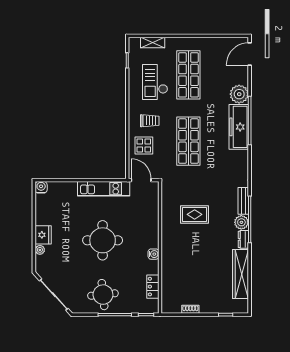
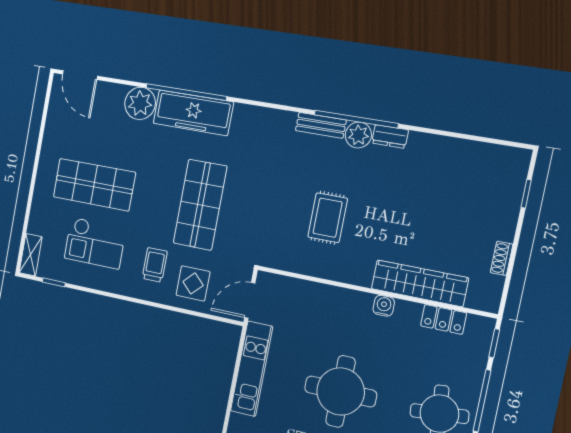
shelving: (153, 42) -> (31, 255), moved
shop shelf: (188, 141) -> (200, 205), turned 90
wardrobe: (241, 274) -> (420, 283), moved, turned 180

